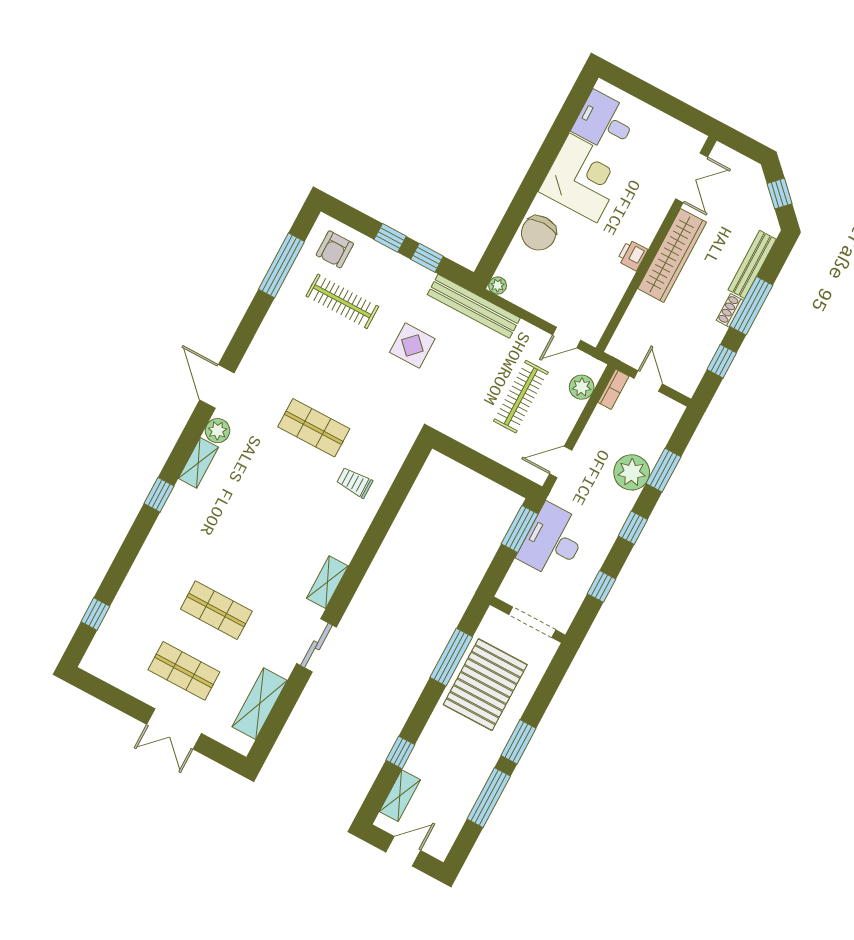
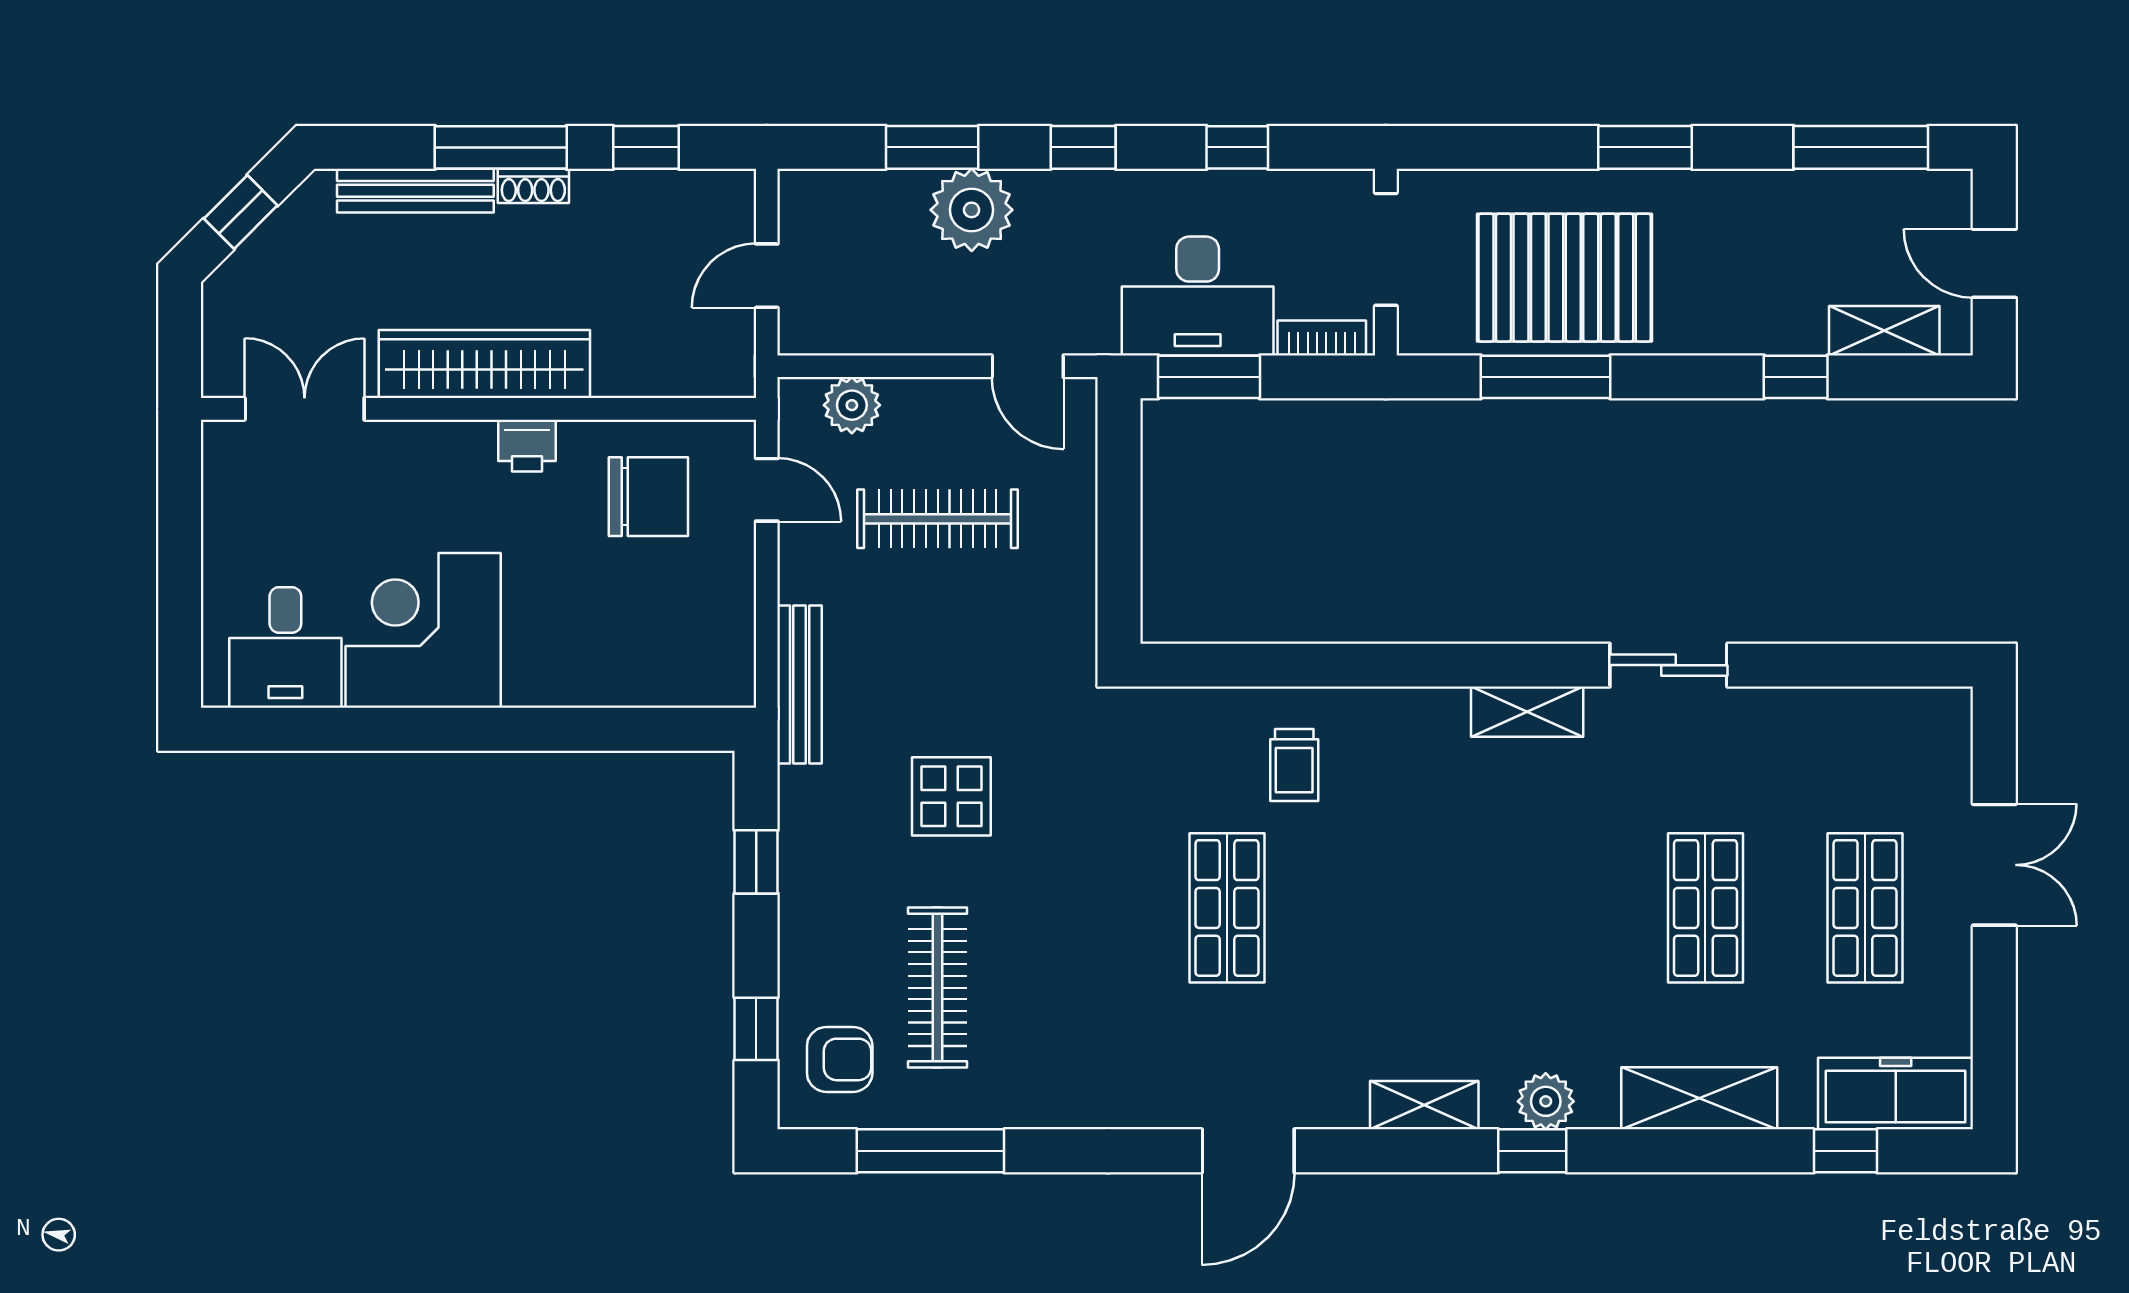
chair: (539, 233) -> (648, 497), moved
window: (390, 238) -> (756, 1029), moved
plant: (498, 285) -> (736, 688), removed
bench: (474, 306) -> (800, 685), width x0.73, depth x0.82
bookcase: (613, 389) -> (1322, 338), moved
plant: (217, 431) -> (1546, 1101), moved
freezer: (107, 645) -> (1896, 1094), added
shelving: (260, 704) -> (1699, 1098), moved
window: (489, 798) -> (1861, 147), moved

